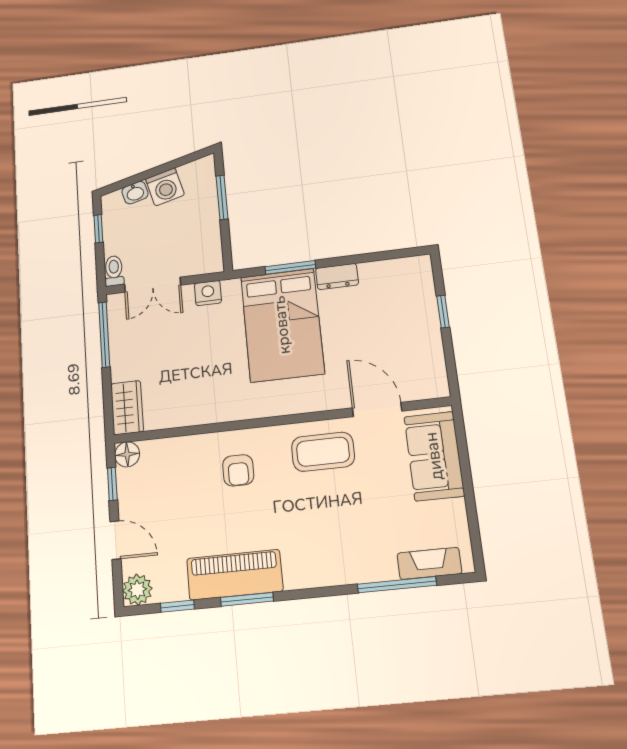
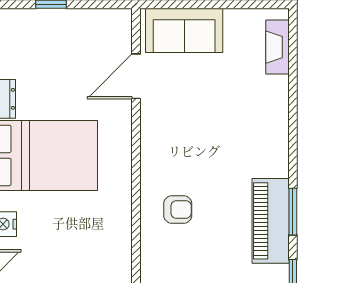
coffee table: (323, 452) -> (169, 130), removed
window: (397, 585) -> (293, 78), removed

